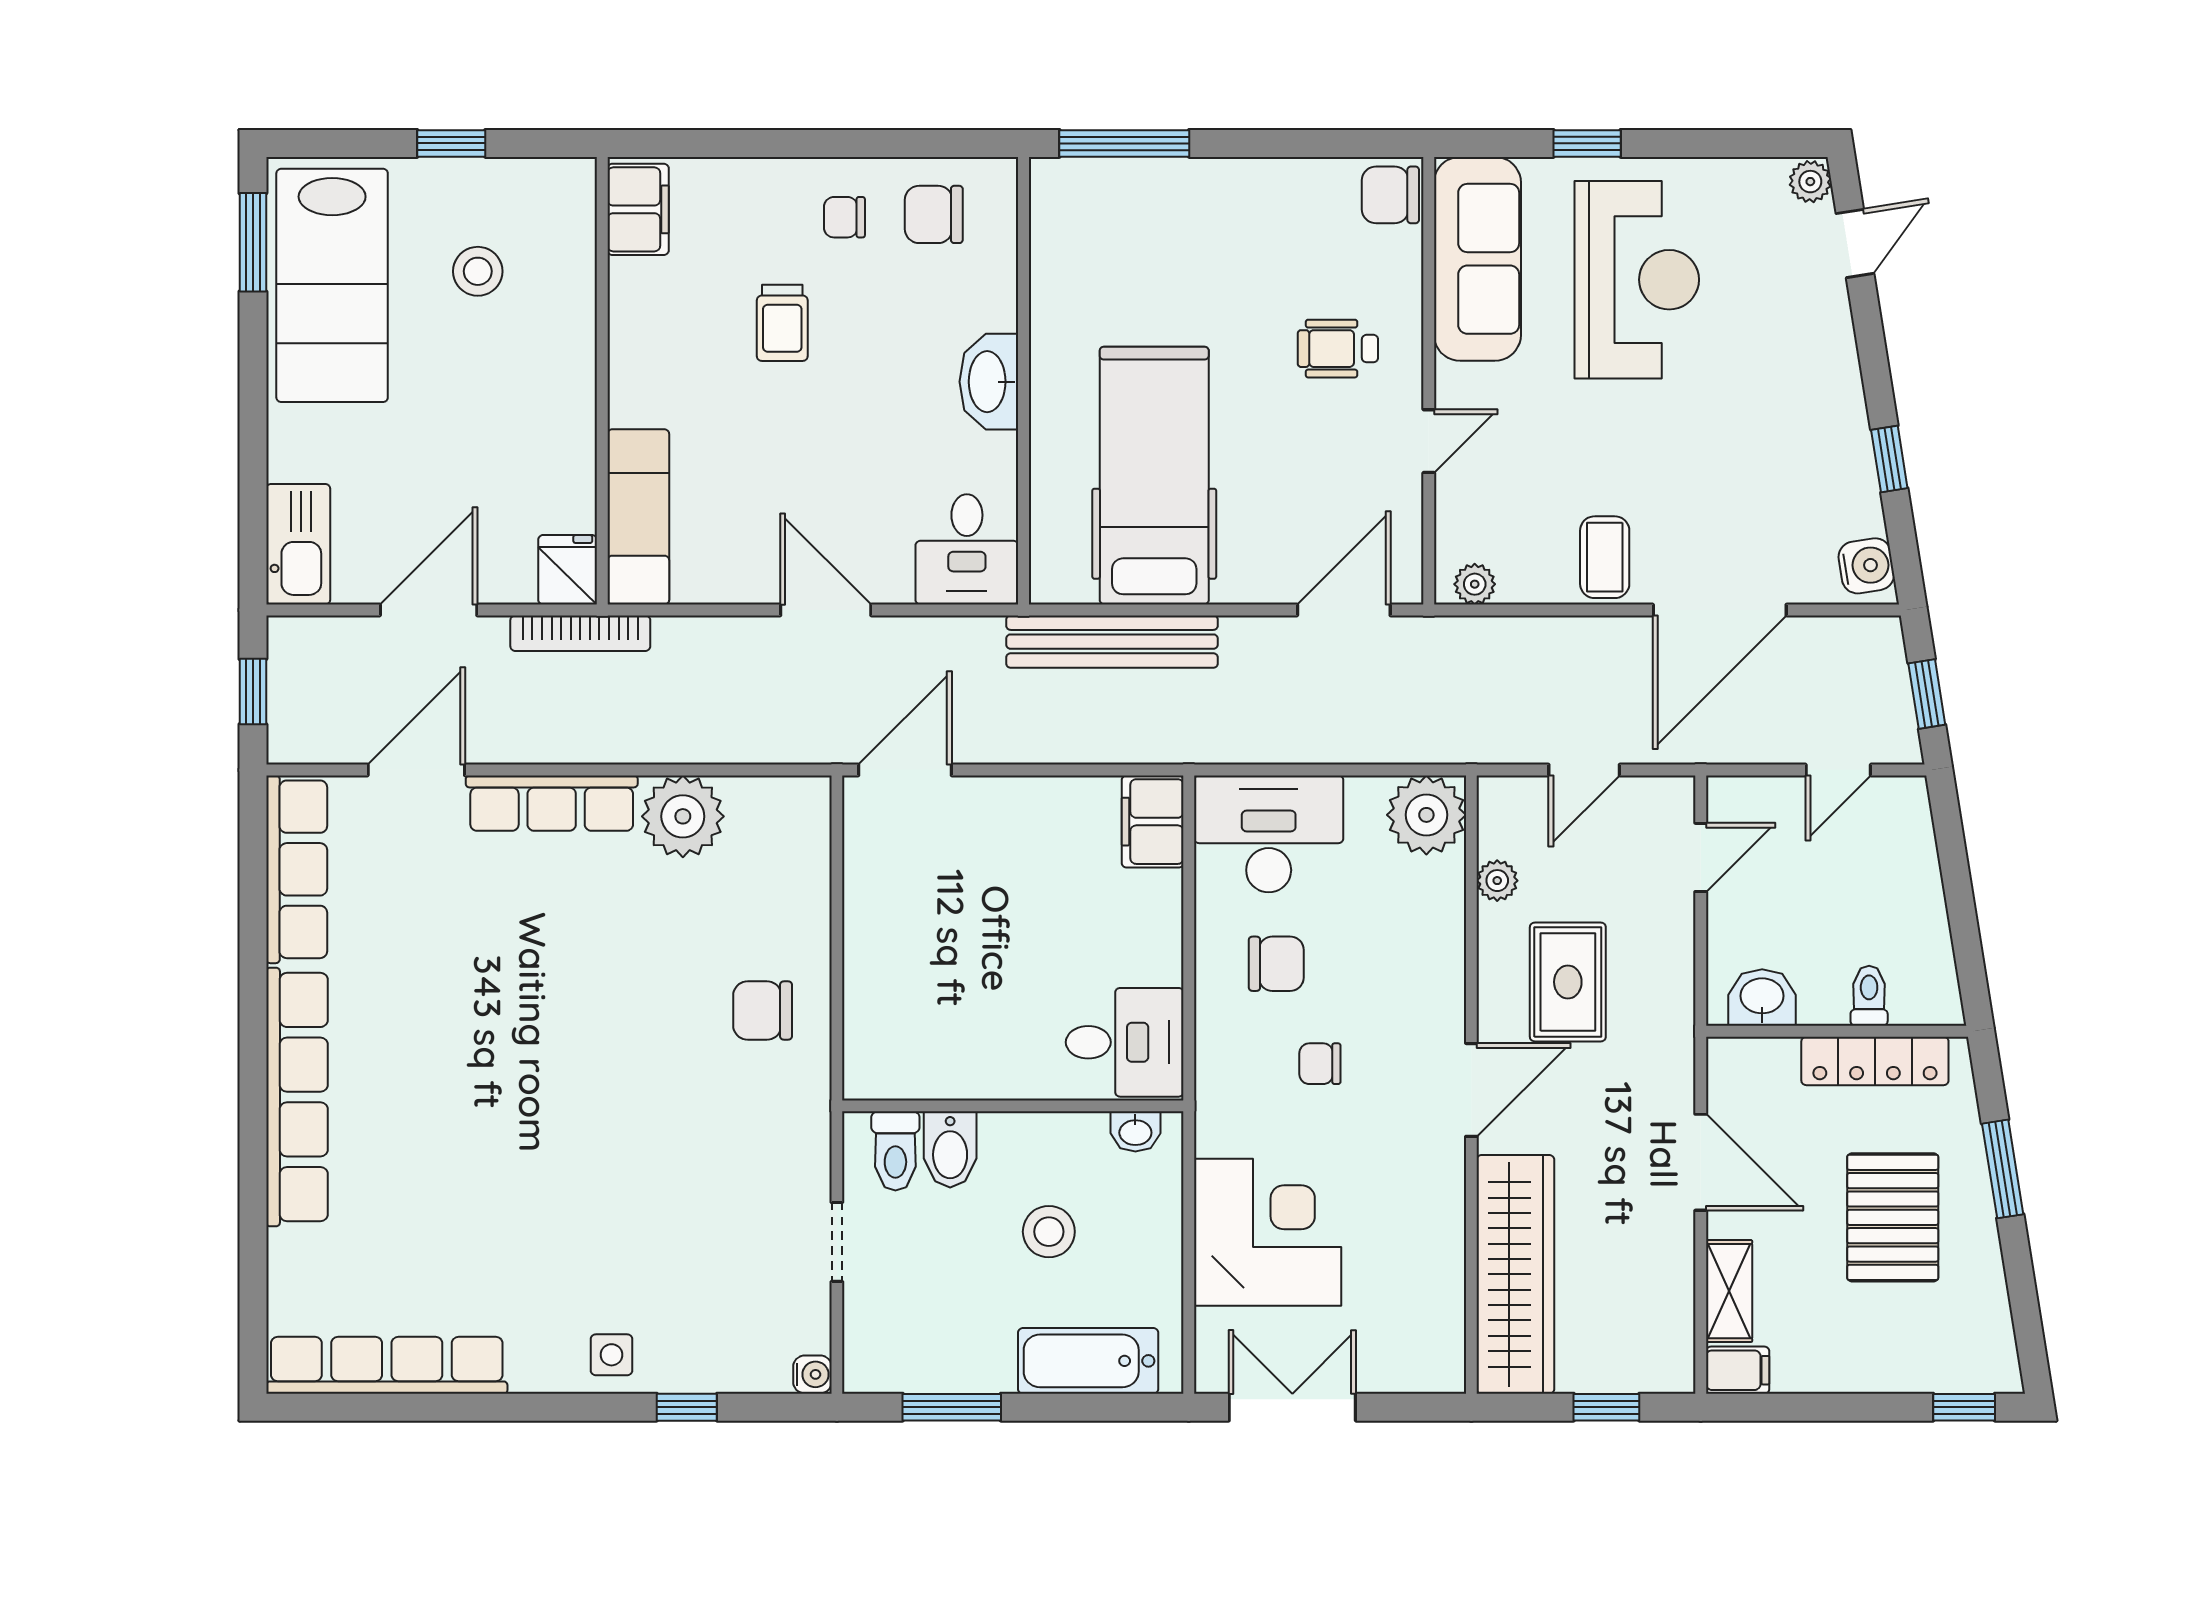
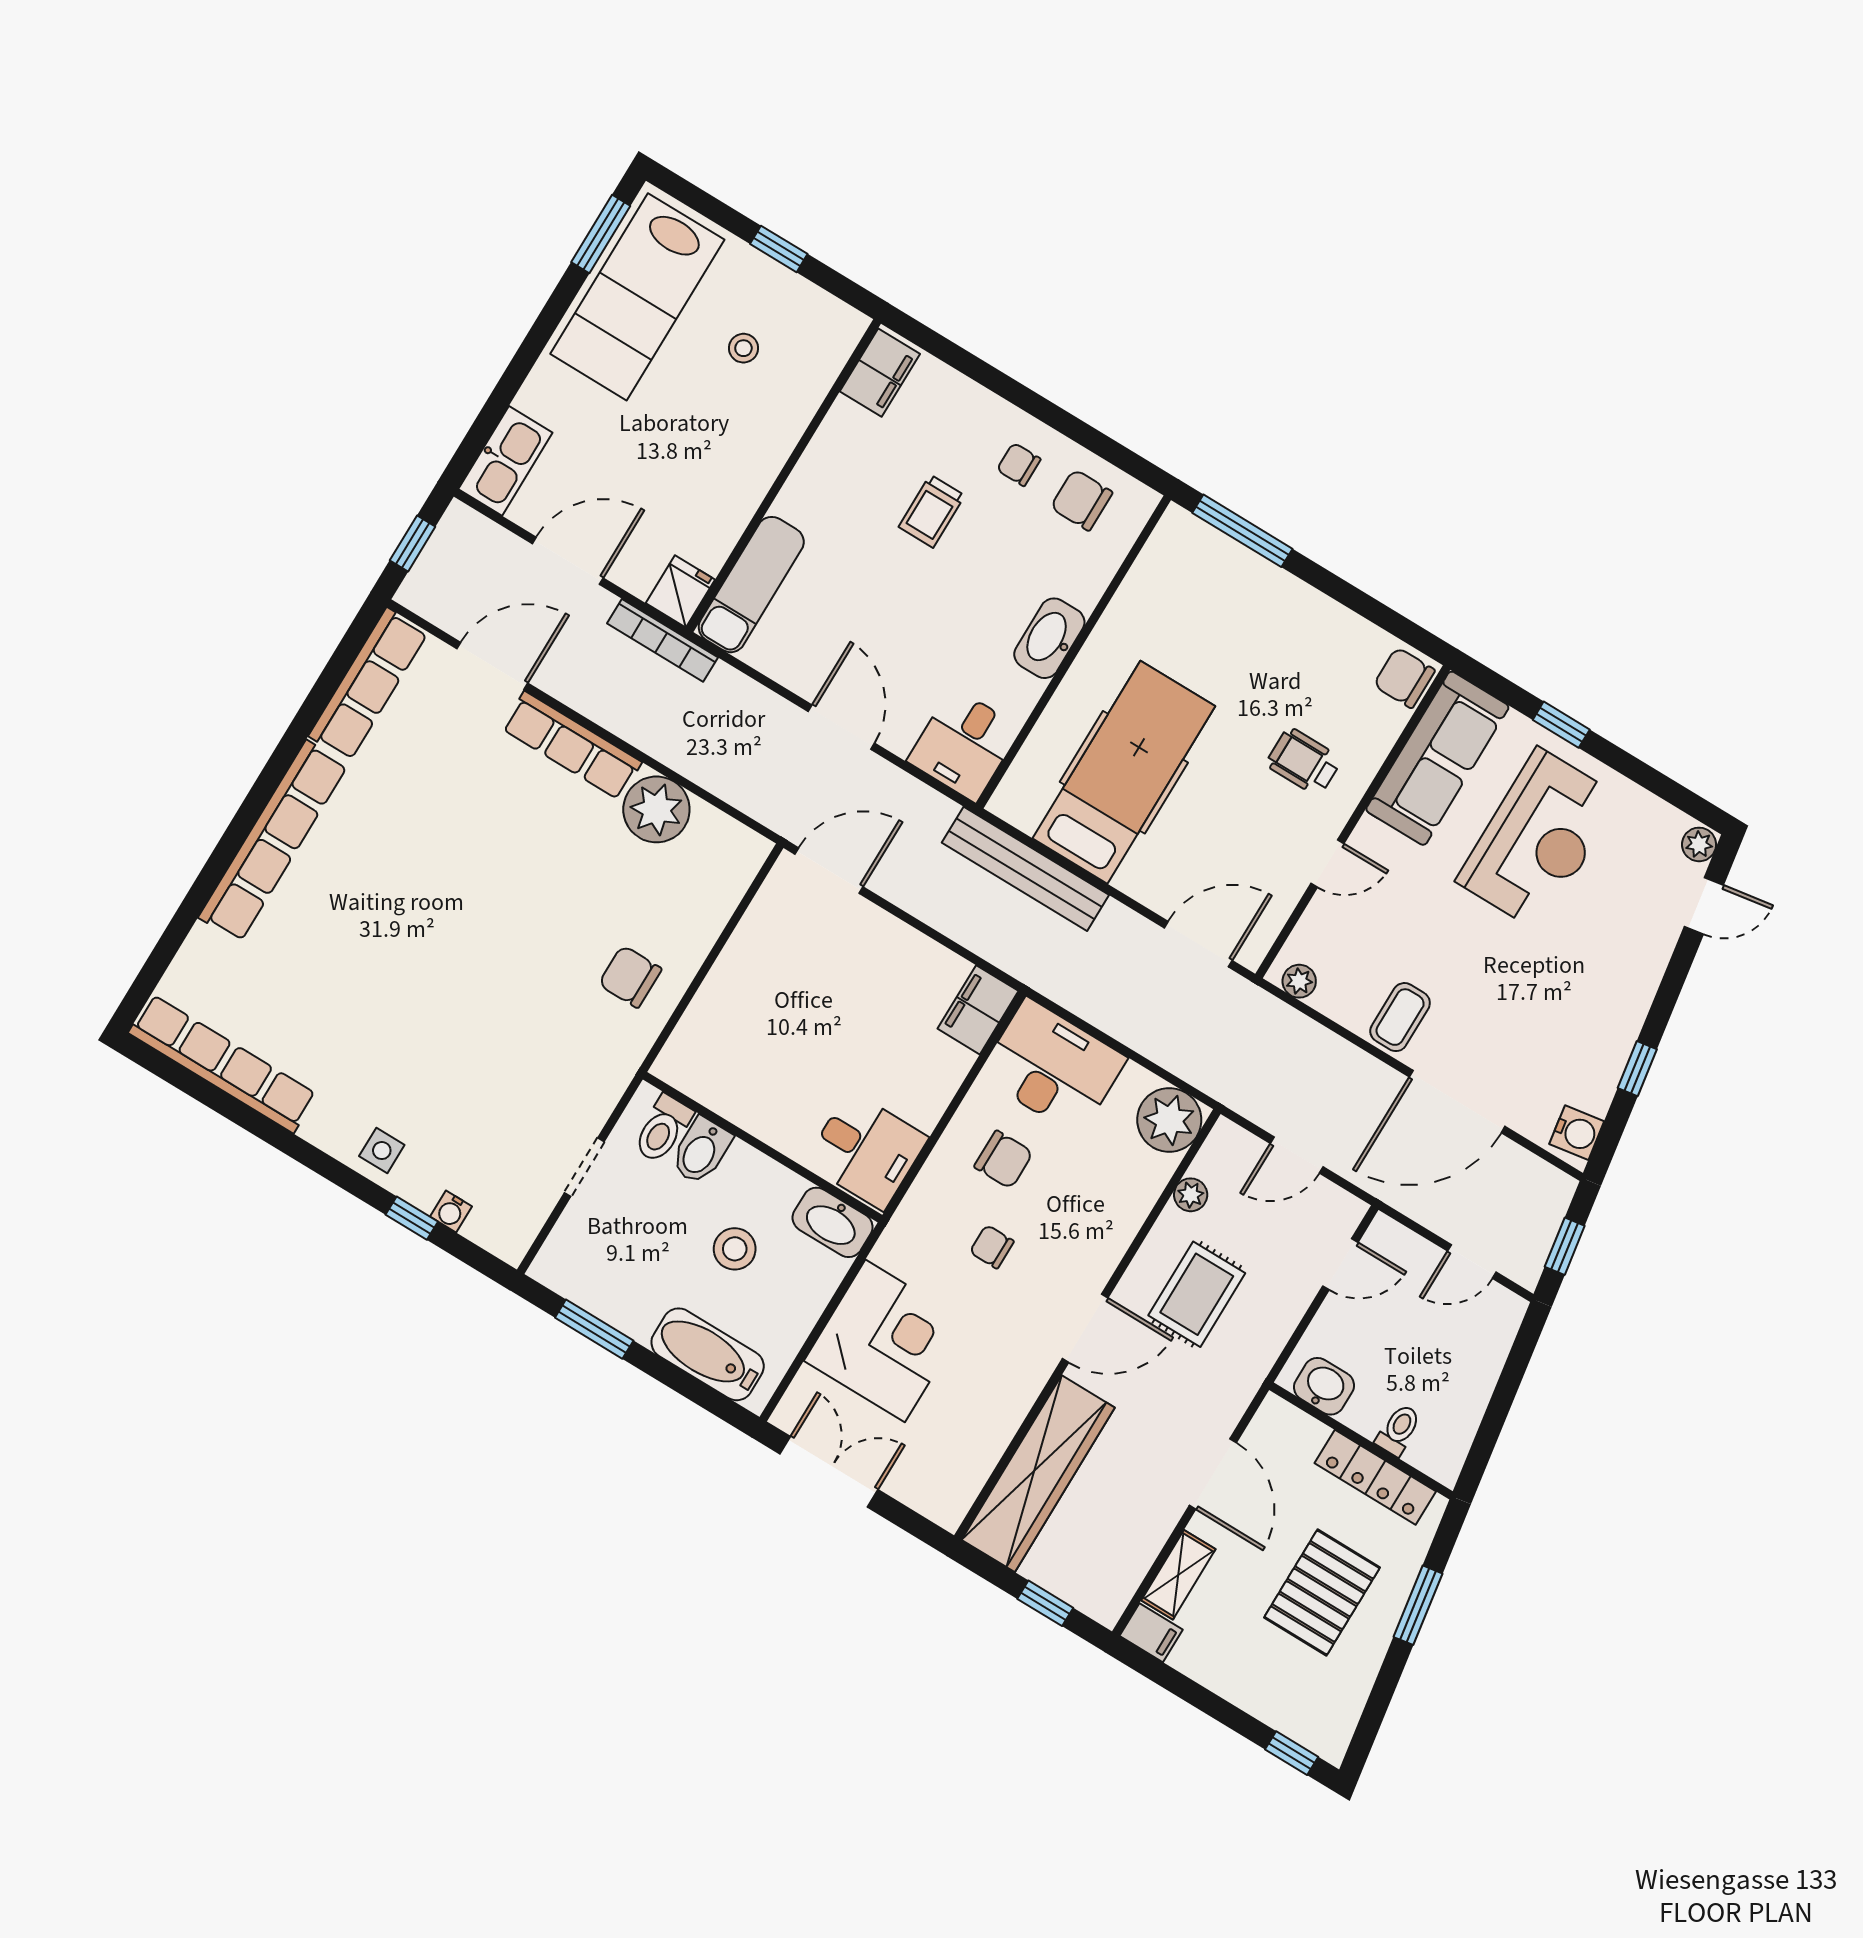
stool: (478, 271) -> (743, 348), width x0.73, depth x0.73
washbasin: (1135, 1131) -> (833, 1222), width x1.91, depth x1.45
water cooler: (812, 1374) -> (451, 1211), moved, turned 90

